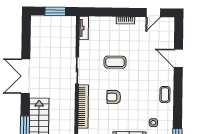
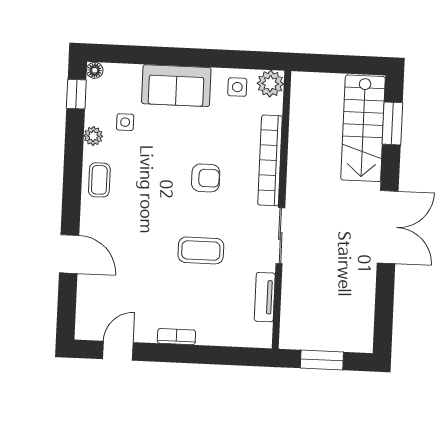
tv unit: (84, 28) -> (265, 297), moved
plant: (168, 116) -> (93, 136), added

